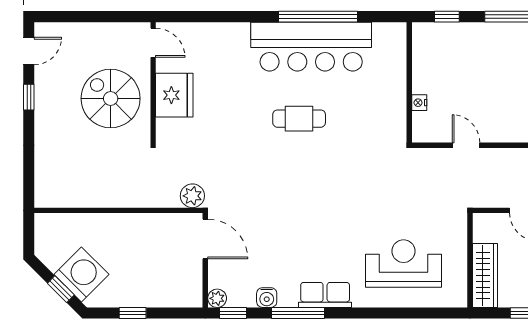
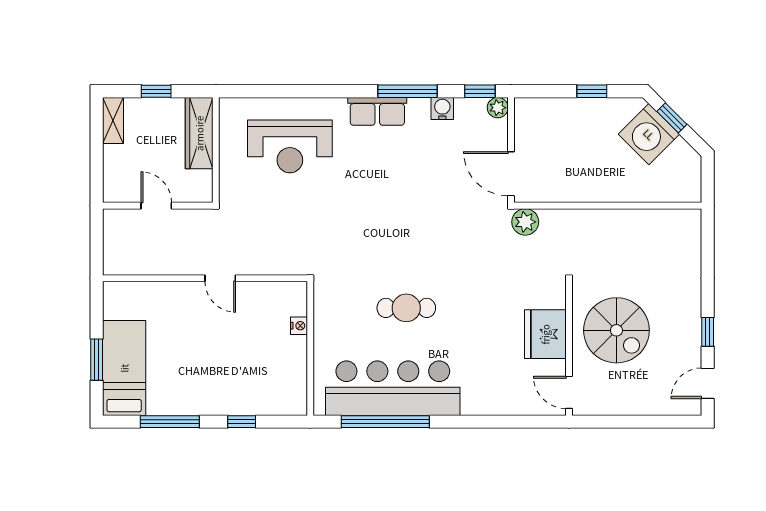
wall: (409, 82) -> (310, 348), moved
nightstand: (419, 103) -> (299, 326), moved

